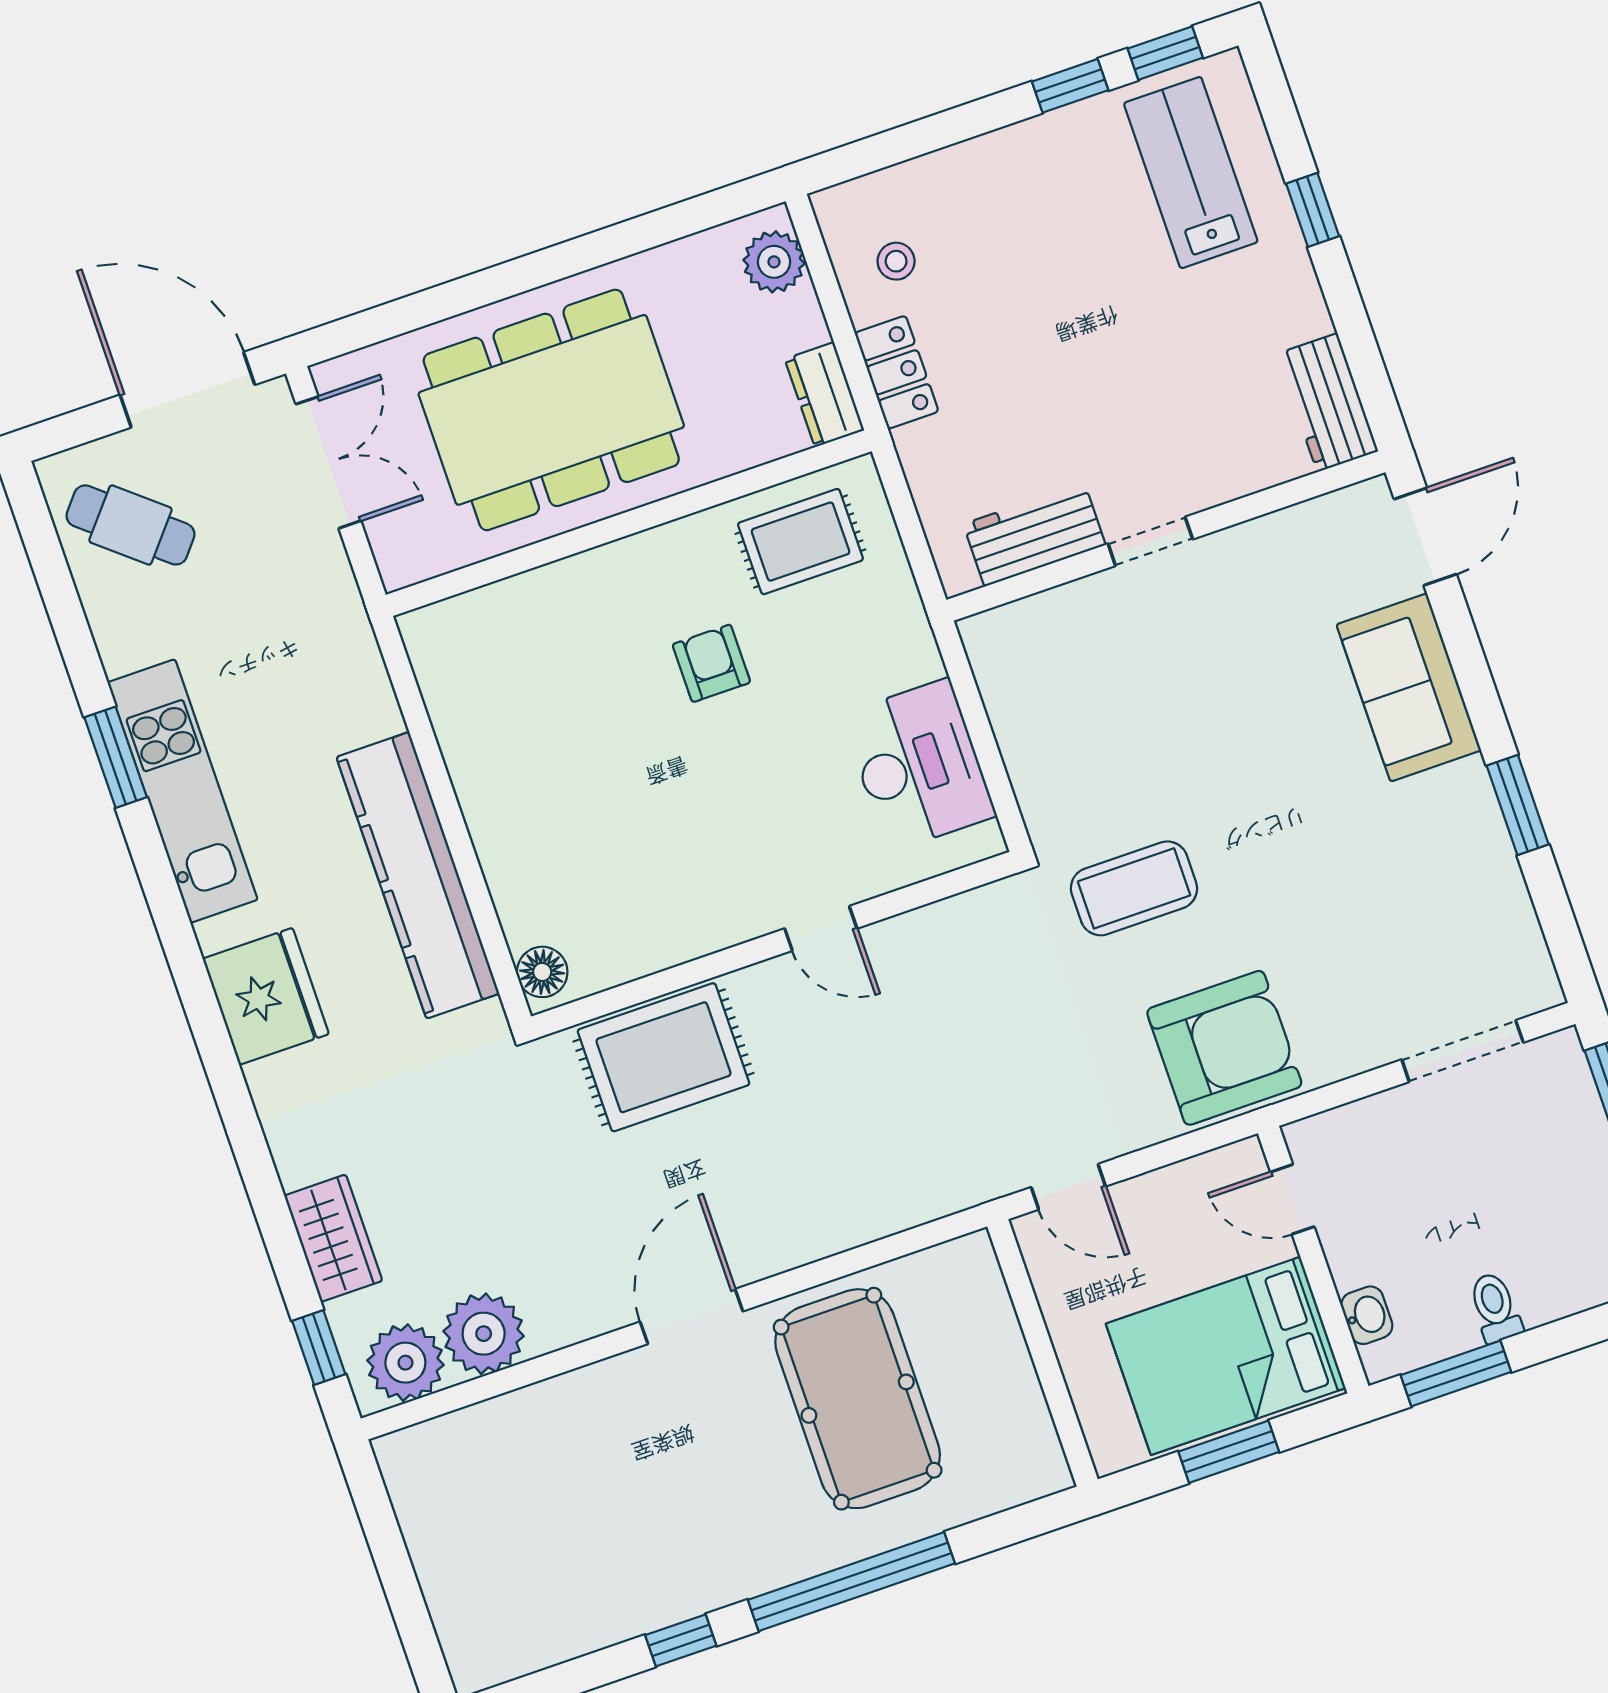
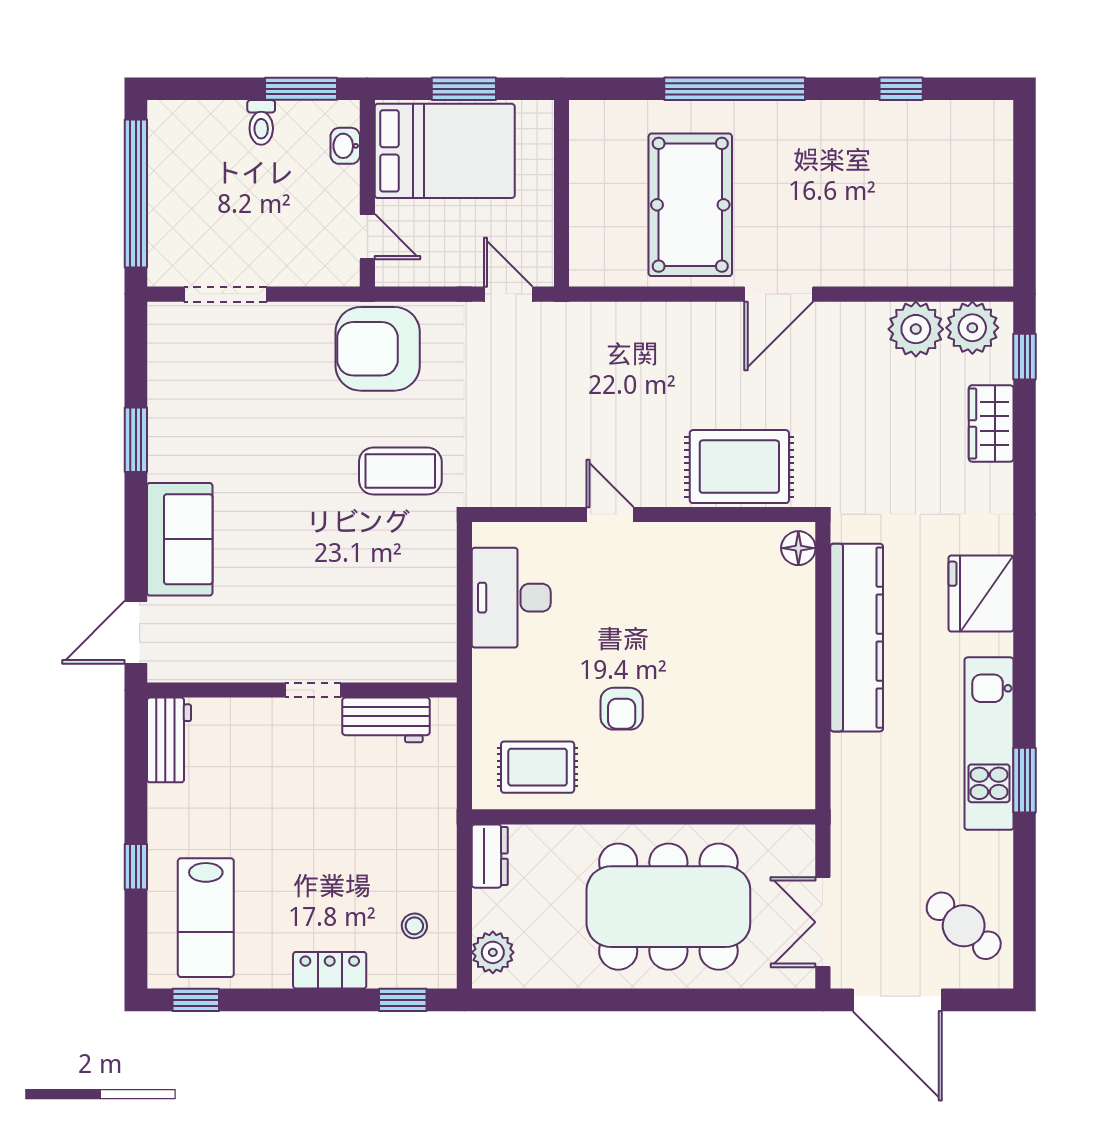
window: (1070, 86) -> (403, 1000), moved
locker: (897, 372) -> (330, 970), moved, turned 90
window: (681, 1640) -> (901, 89), moved

